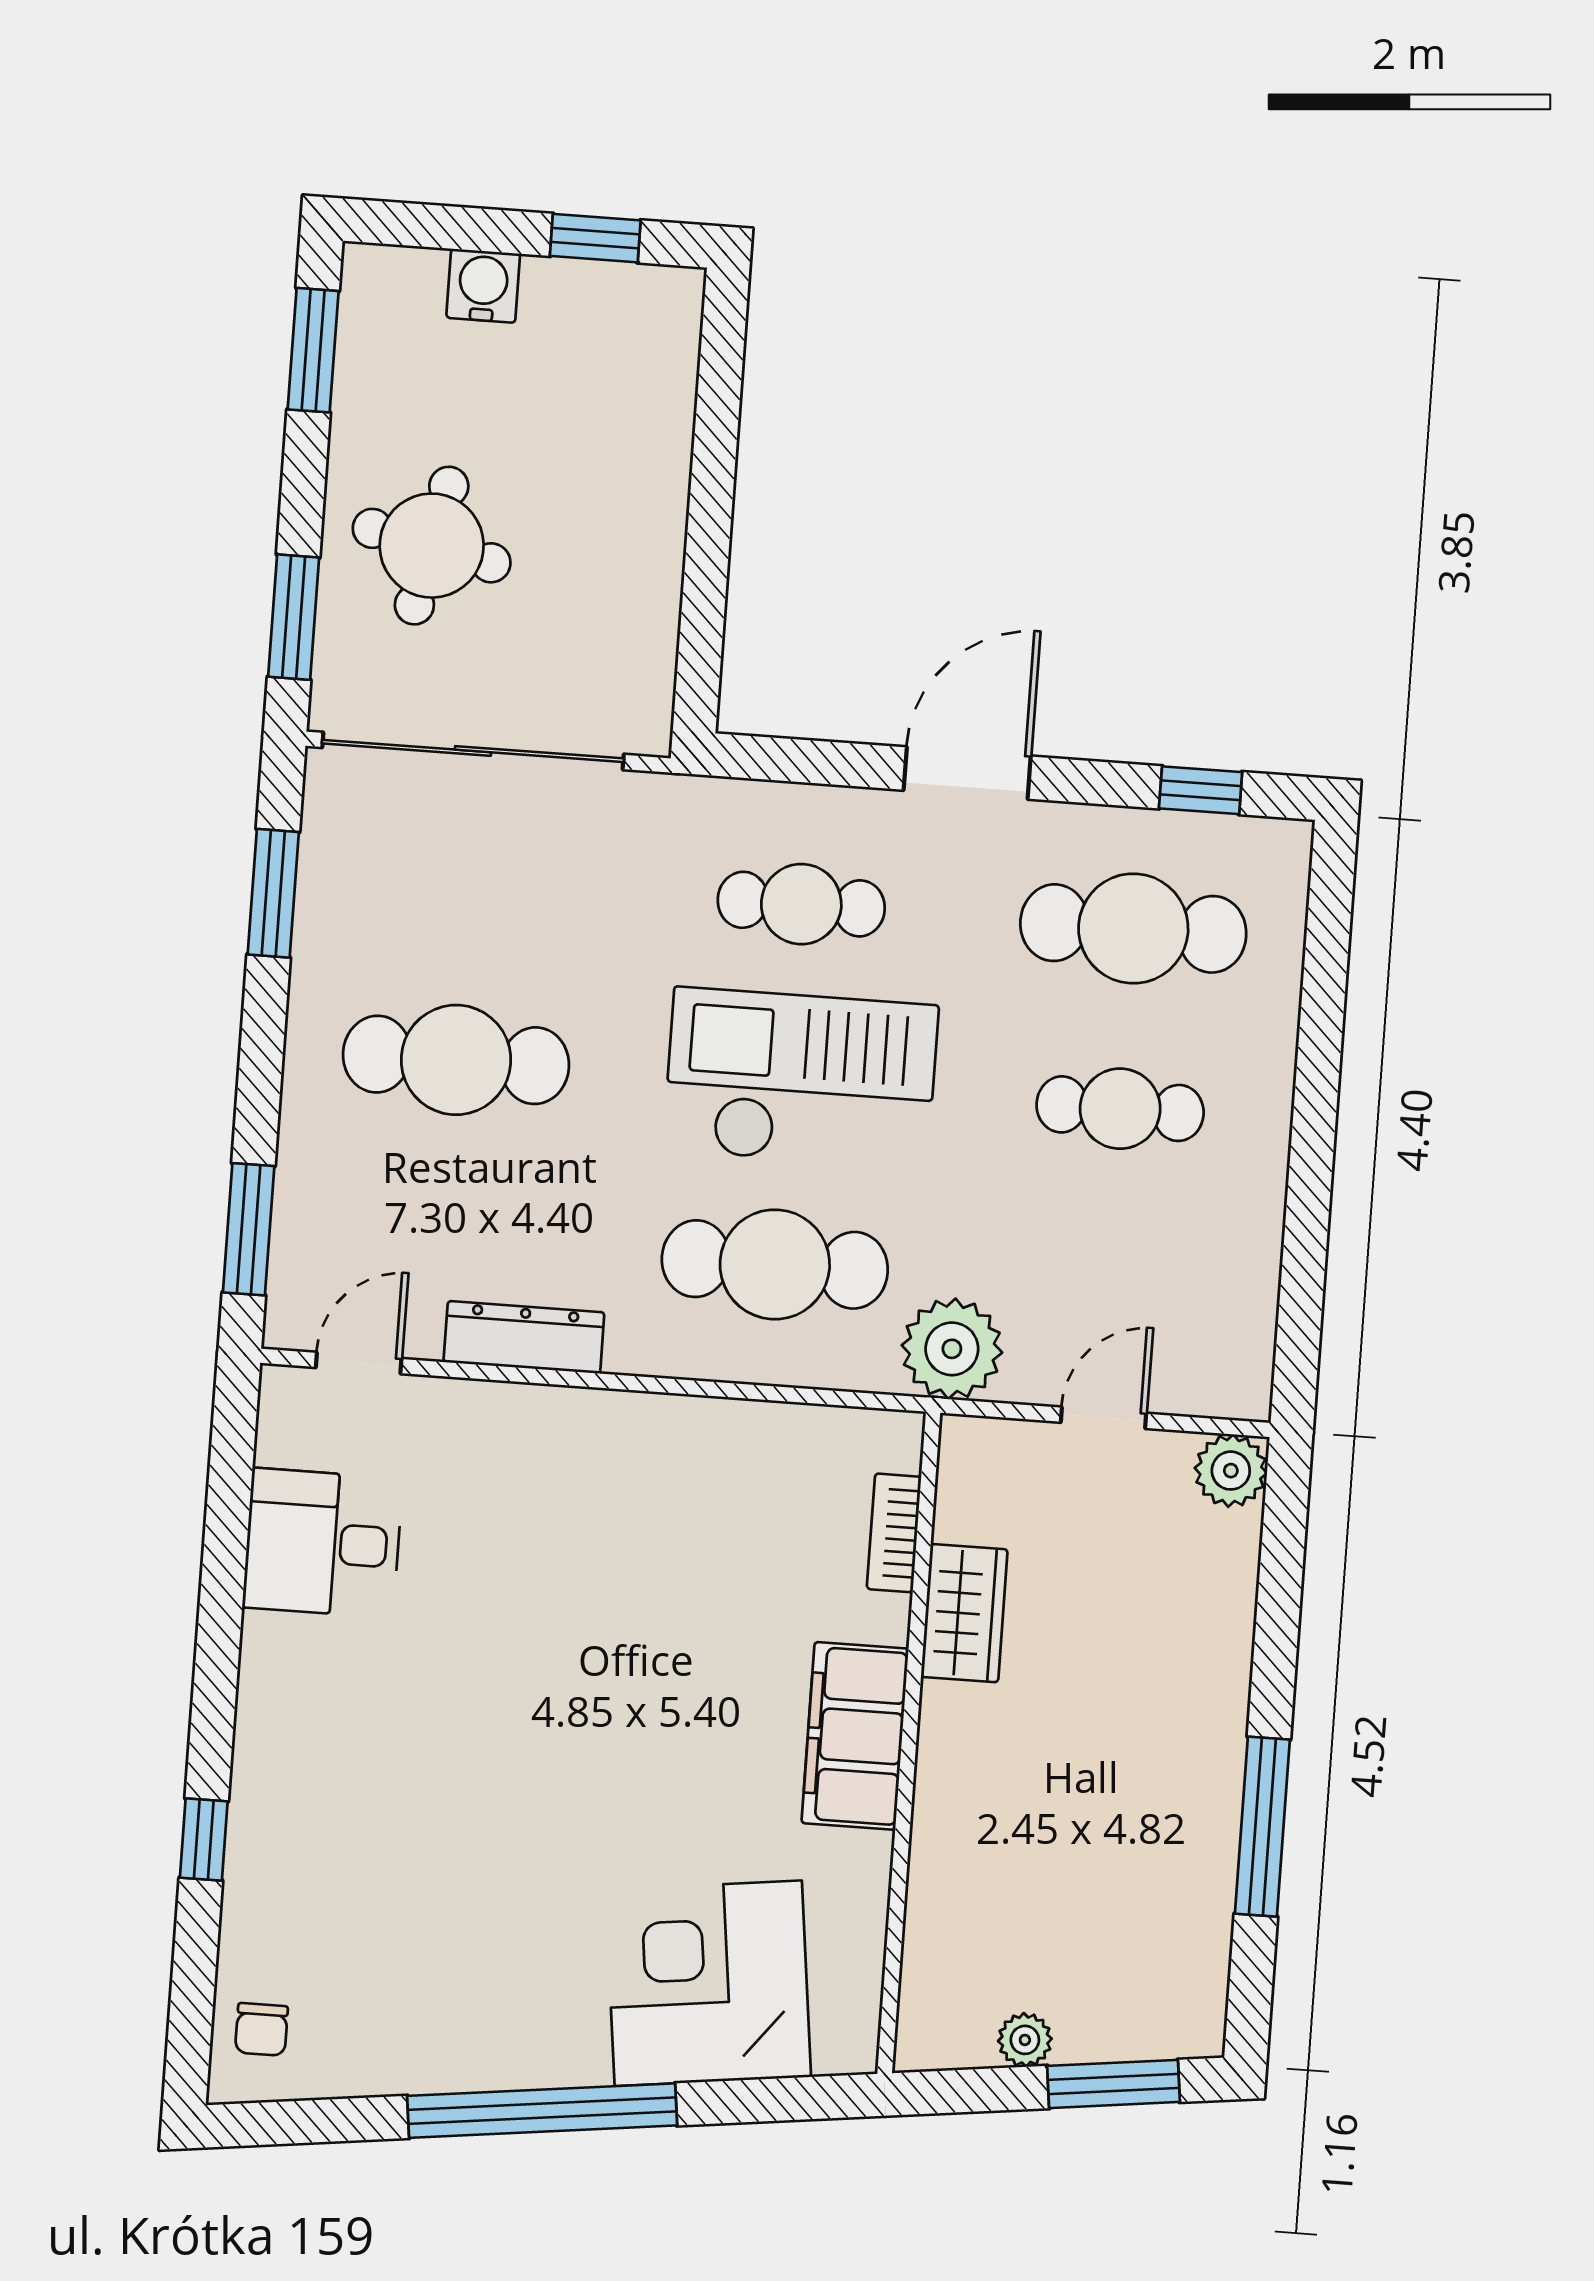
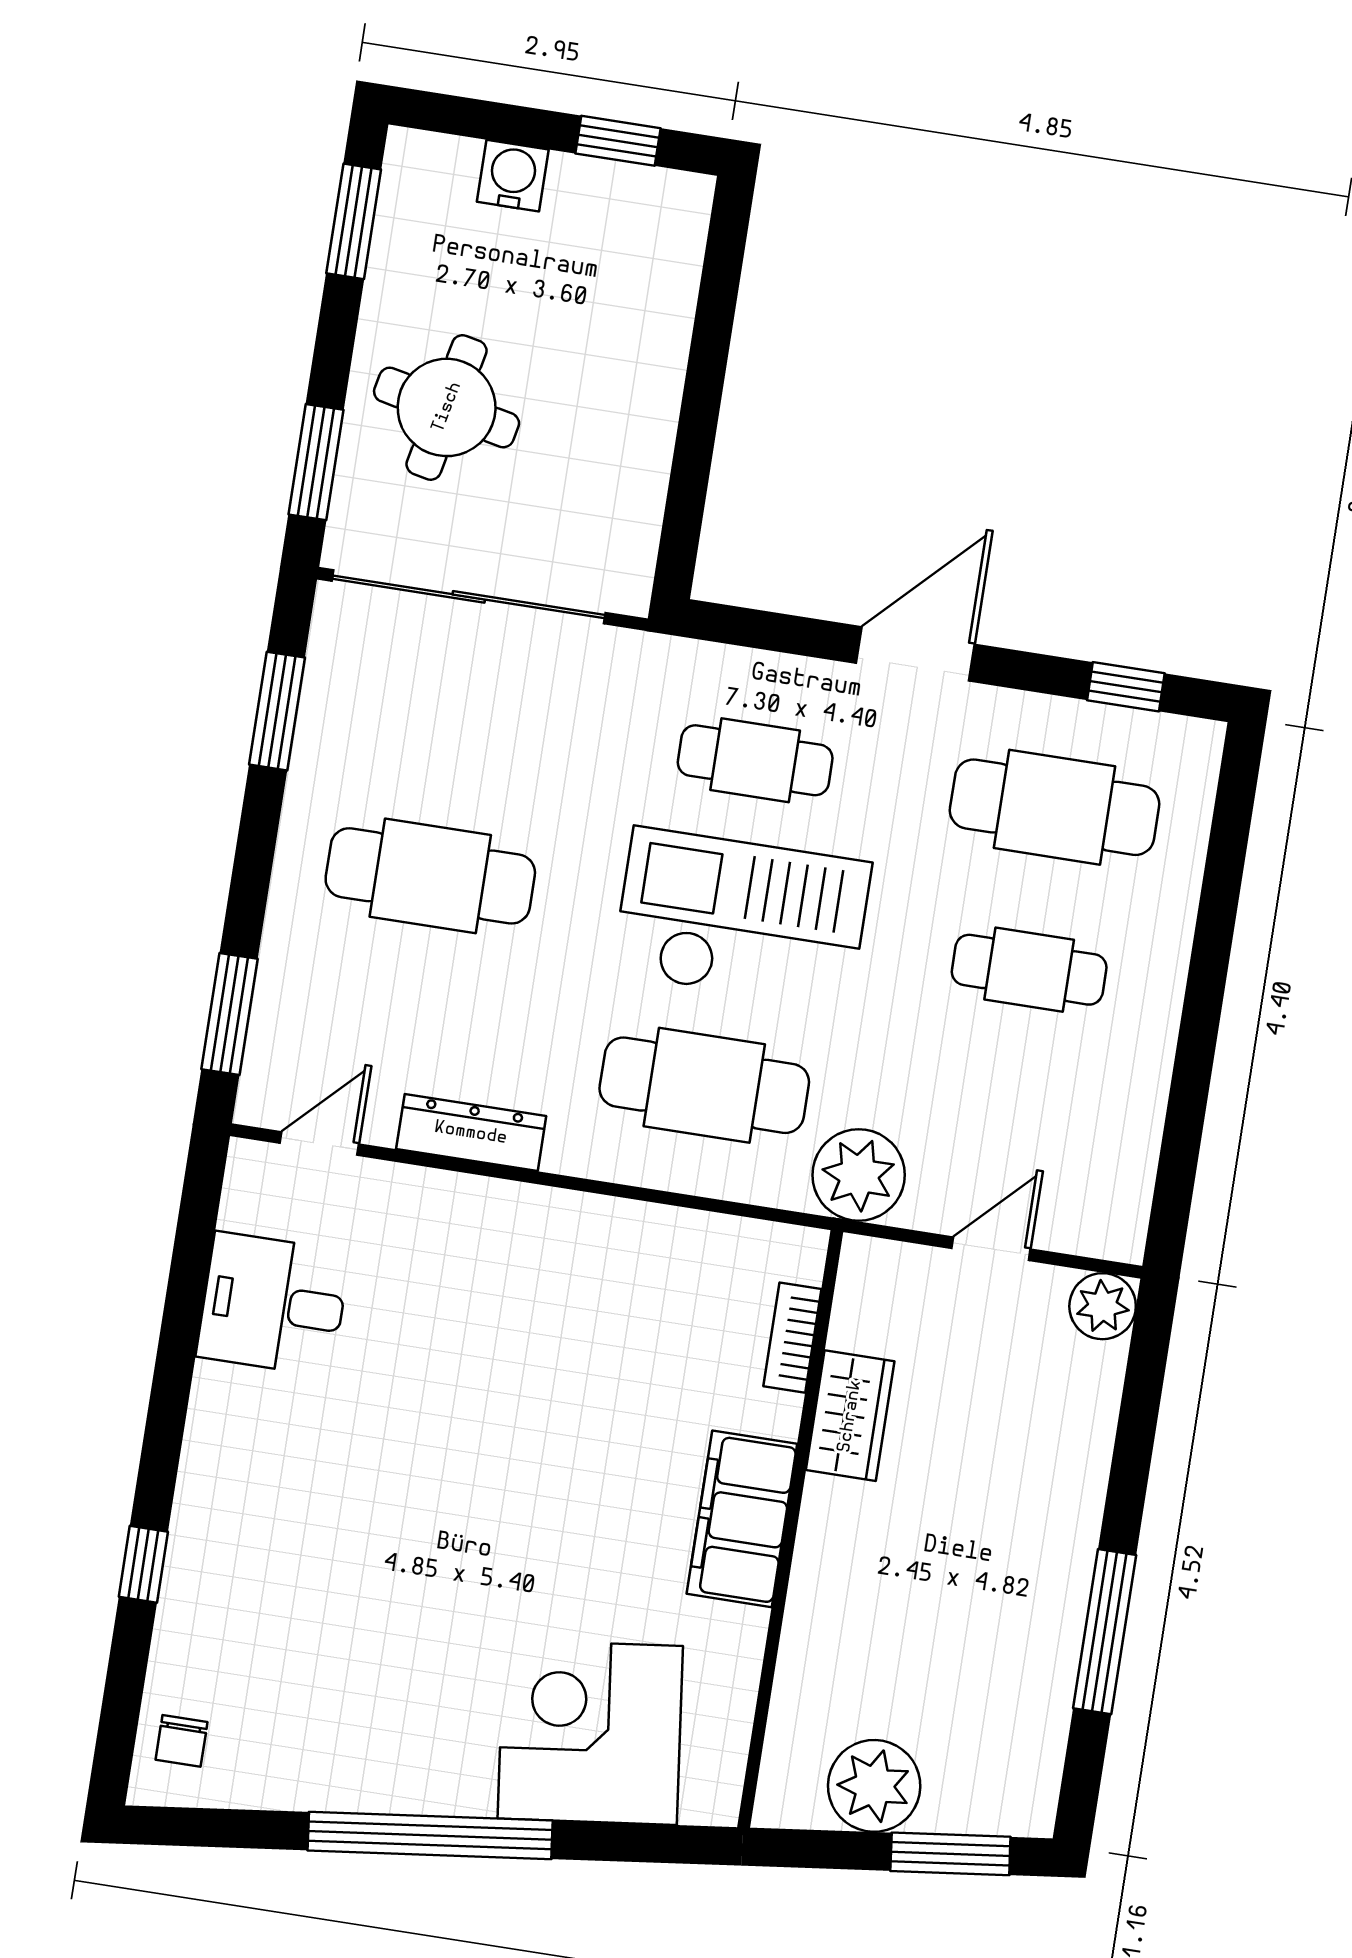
plant: (1025, 2040) -> (874, 1786), width x1.87, depth x1.87

